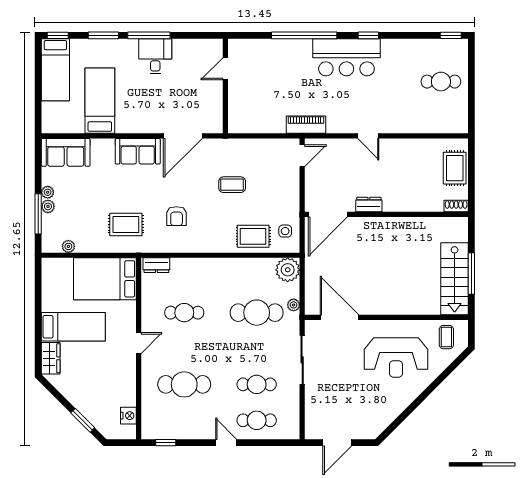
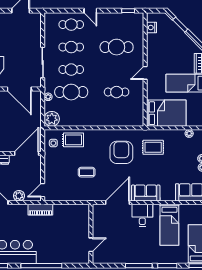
desk: (155, 56) -> (142, 215), moved, turned 180
plant: (340, 147) -> (19, 196), added
armchair: (177, 216) -> (121, 152), width x1.88, depth x1.88
dresser: (156, 265) -> (134, 122), removed
cafe table: (257, 348) -> (71, 70), added

